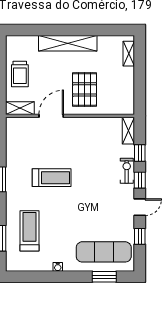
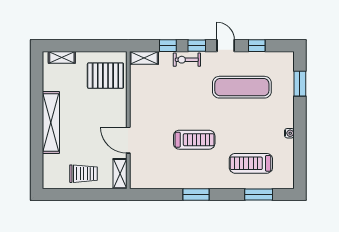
pallet: (85, 89) -> (105, 76), moved
treadmill: (52, 178) -> (194, 140), turned 90
exercise mat: (104, 252) -> (242, 87), moved, turned 90

